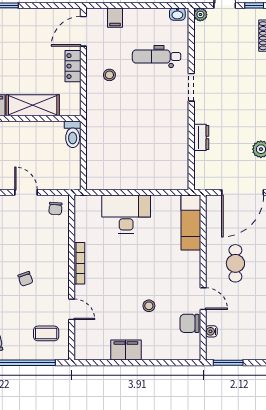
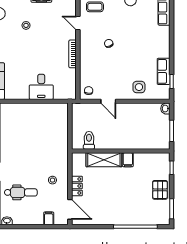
door: (83, 31) -> (70, 209), hinge flipped
toilet: (73, 134) -> (89, 140), moved
desk: (126, 214) -> (41, 87), width x0.73

